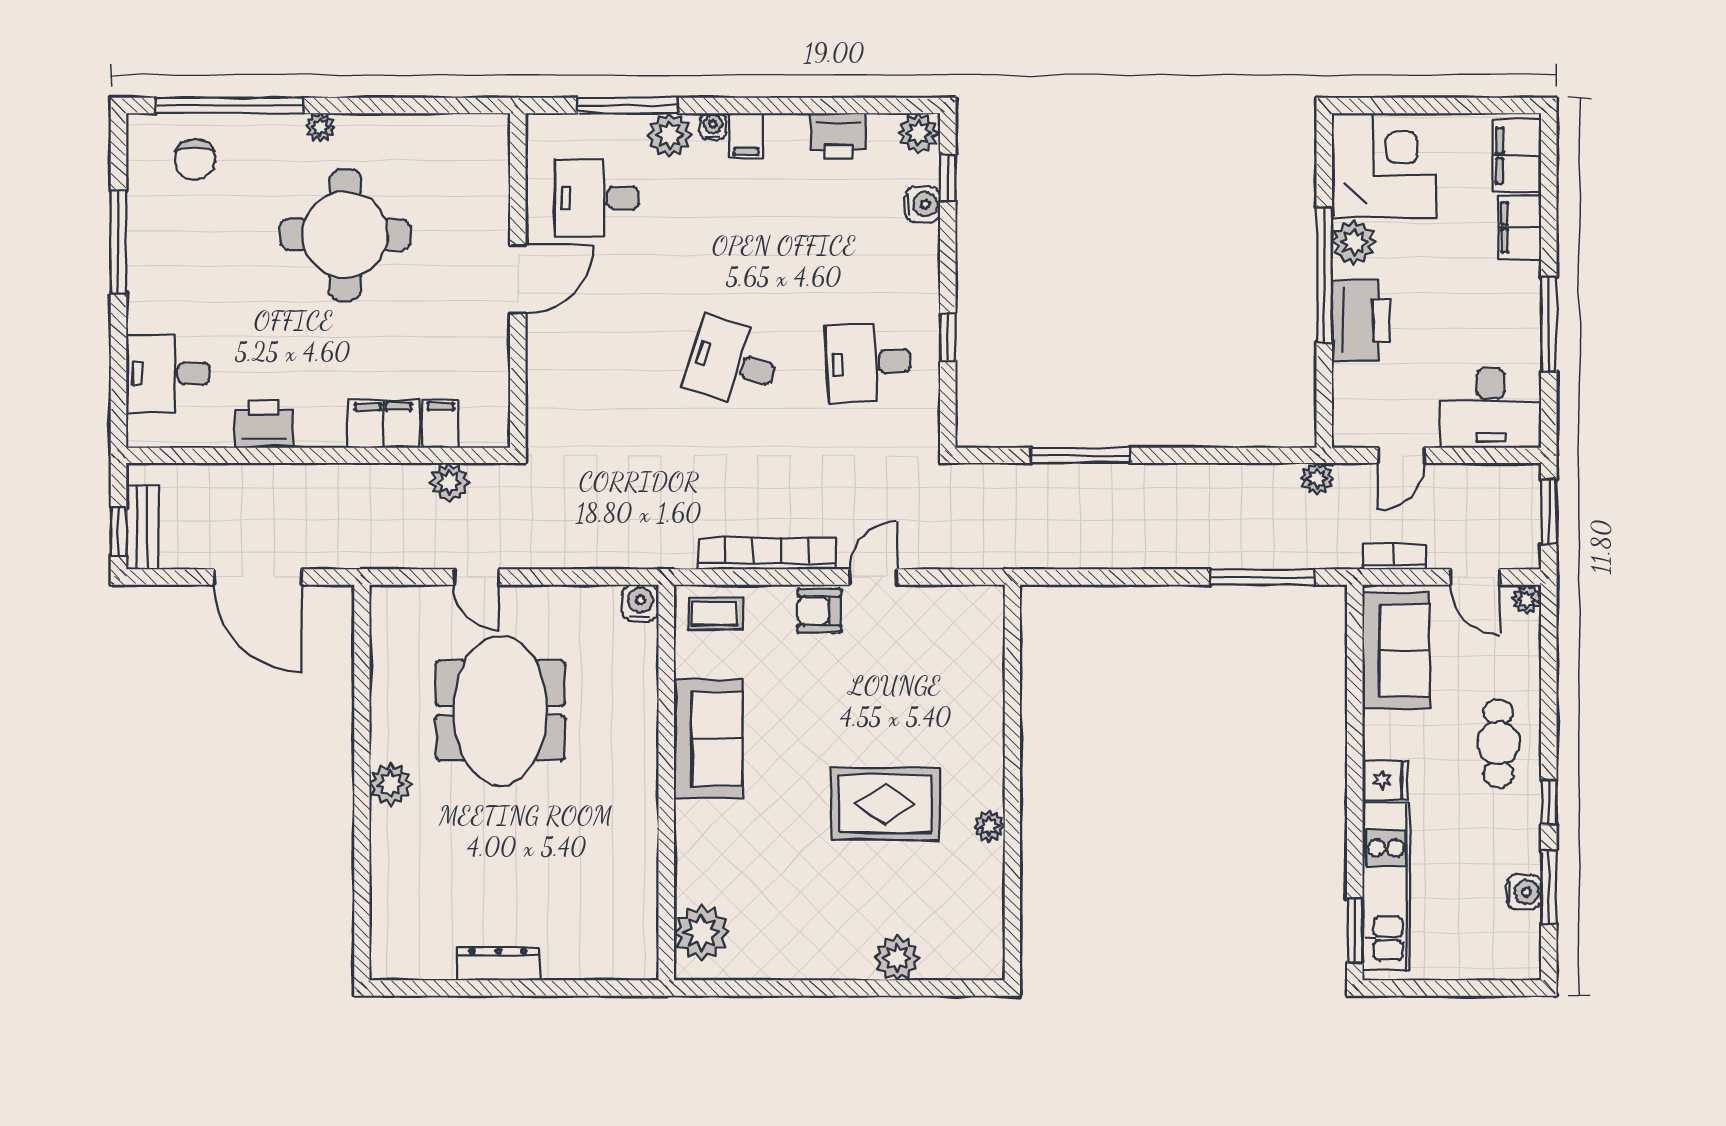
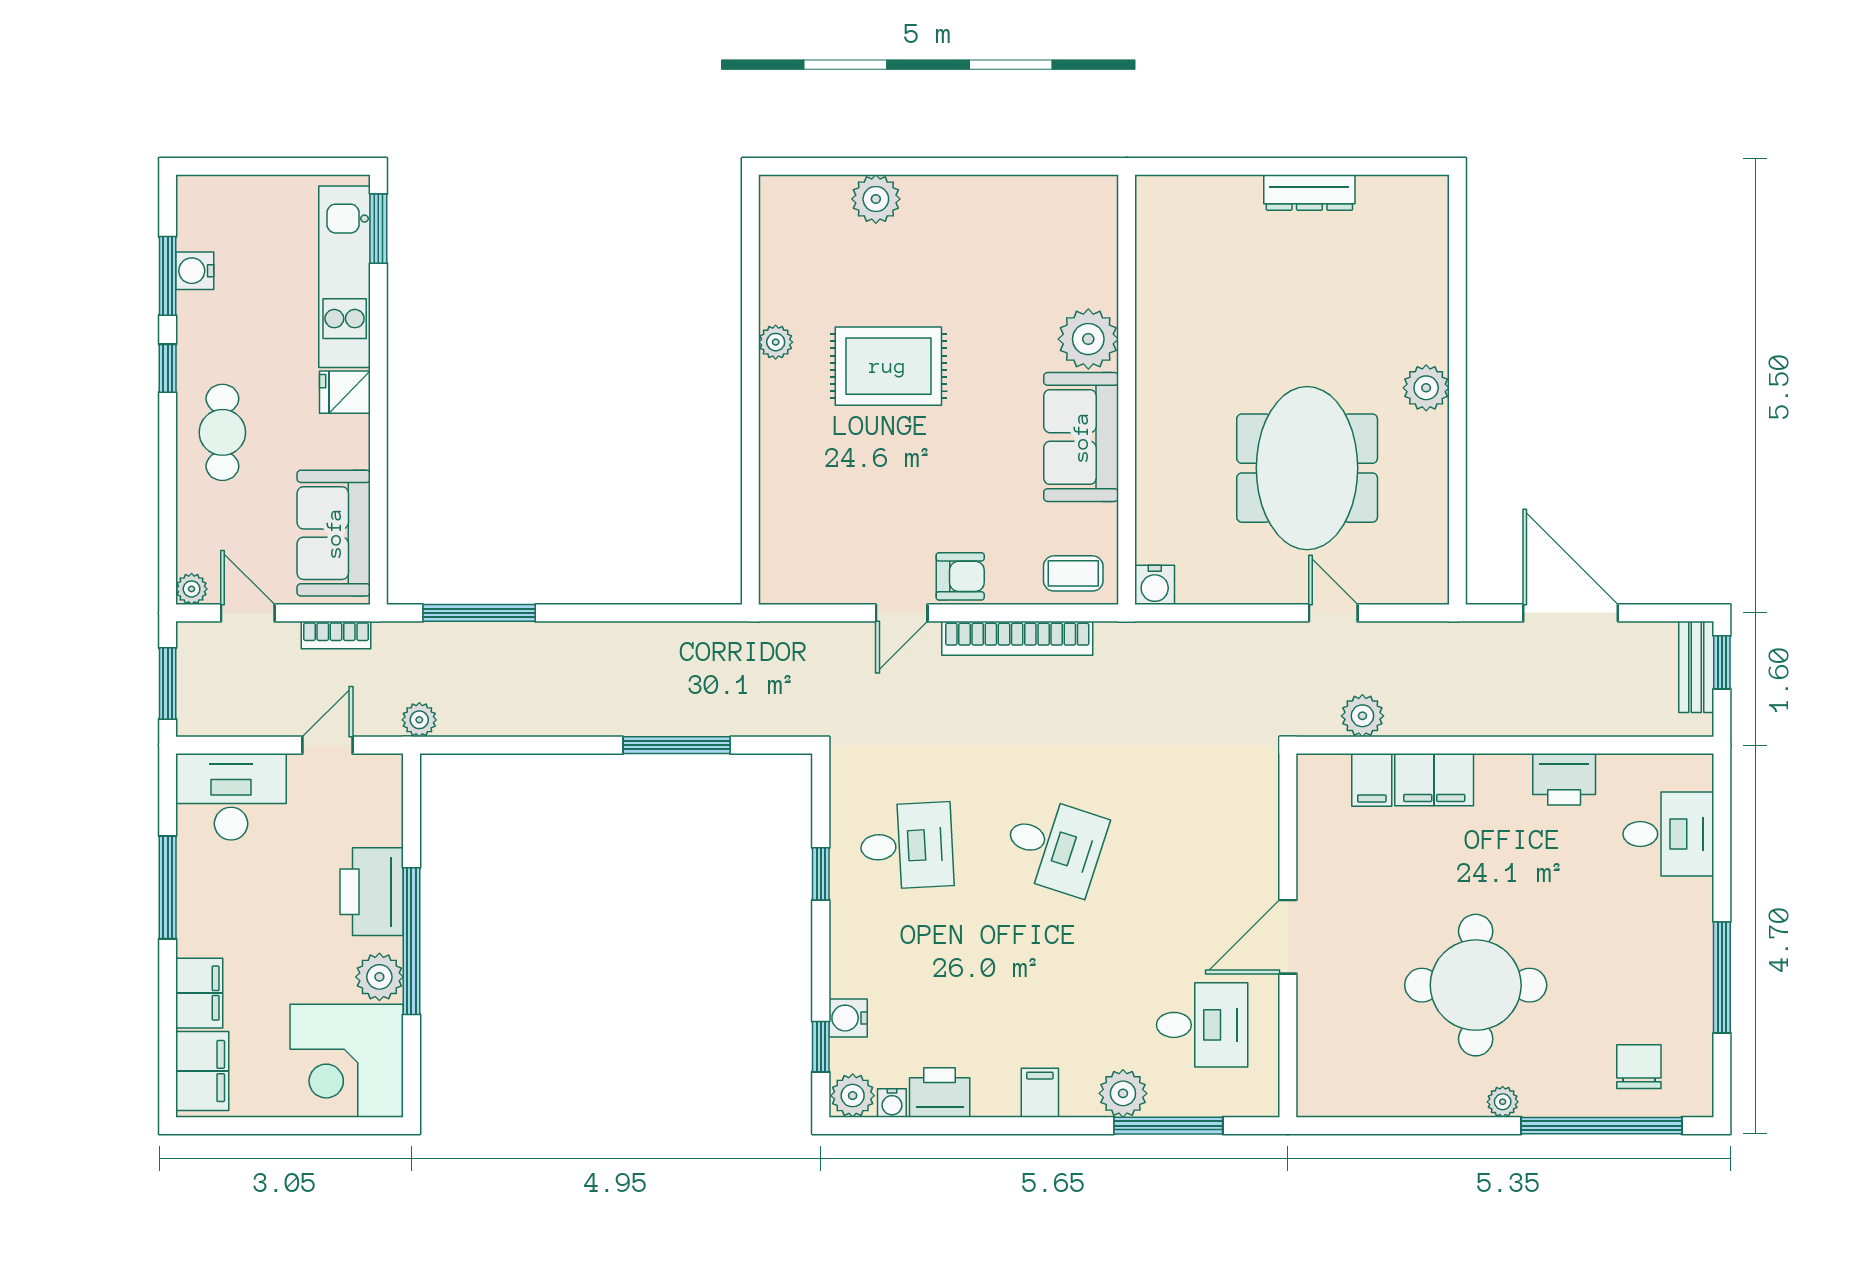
water cooler: (713, 126) -> (892, 1103), moved
plant: (702, 933) -> (1088, 339), moved

